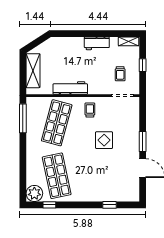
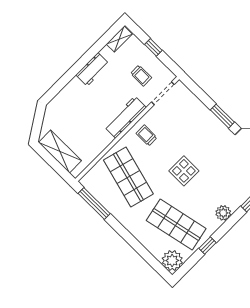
workbench: (70, 88) -> (125, 117), moved
display table: (104, 140) -> (184, 171), moved
plant: (89, 196) -> (223, 213), added
window: (49, 205) -> (208, 246), moved

